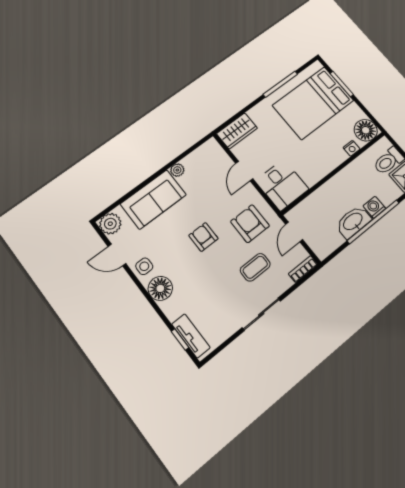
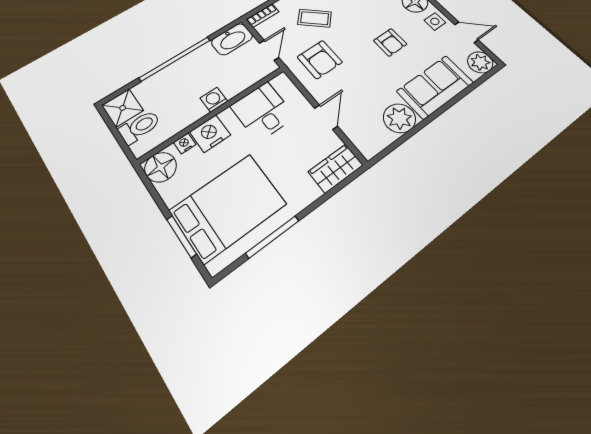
nightstand: (334, 156) -> (210, 134), added
plant: (177, 170) -> (399, 118), width x1.88, depth x1.88
desk: (282, 185) -> (263, 111), moved
washing machine: (374, 207) -> (214, 100), moved, turned 180
washbasin: (353, 222) -> (232, 39), moved
armchair: (203, 237) -> (390, 42), moved
coffee table: (255, 267) -> (315, 18), turned 43

